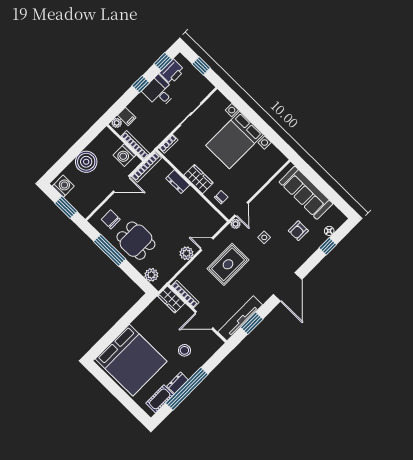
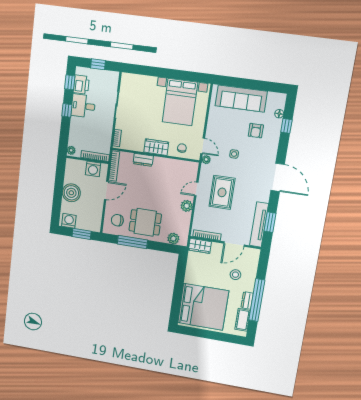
filing cabinet: (127, 116) -> (74, 141), removed
bed with nightstands: (235, 140) -> (180, 102), moved

